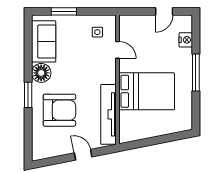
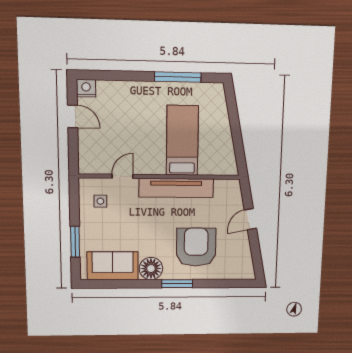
nightstand: (186, 40) -> (86, 88), moved
window: (196, 72) -> (178, 77), moved
bed: (147, 91) -> (182, 141), width x0.67
tv unit: (108, 114) -> (176, 188), moved

